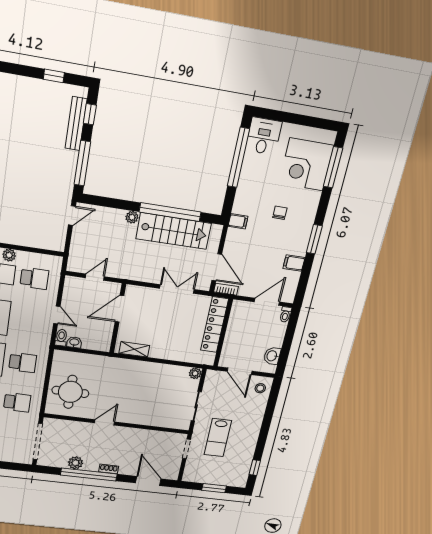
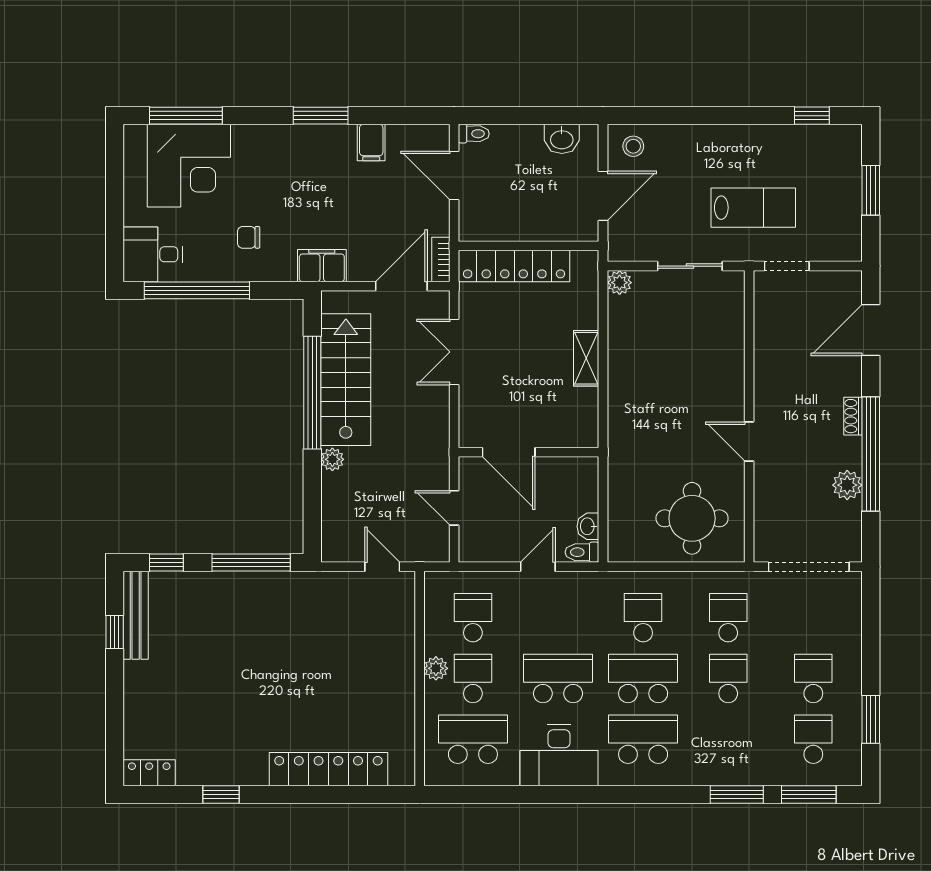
bench: (76, 124) -> (136, 615), moved, turned 90
chair: (280, 213) -> (249, 237), moved
door: (72, 216) -> (382, 567), moved
filing cabinet: (238, 221) -> (322, 266), width x2.00
shelving: (134, 349) -> (586, 358), moved

